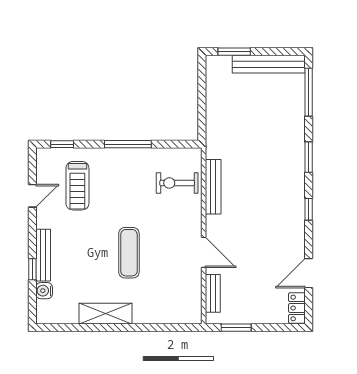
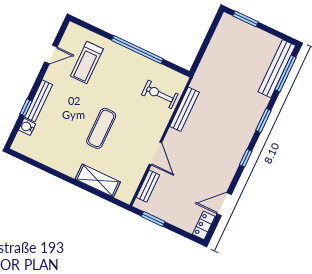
bench: (269, 64) -> (277, 69), moved, turned 90
window: (62, 144) -> (90, 27), removed
window: (128, 144) -> (137, 50), width x1.46
shelving: (105, 314) -> (98, 181), moved

